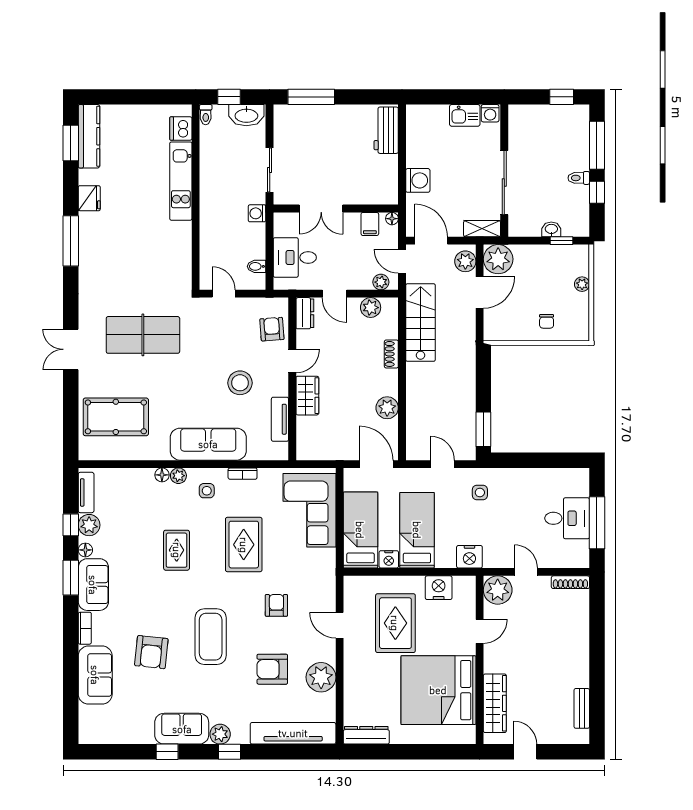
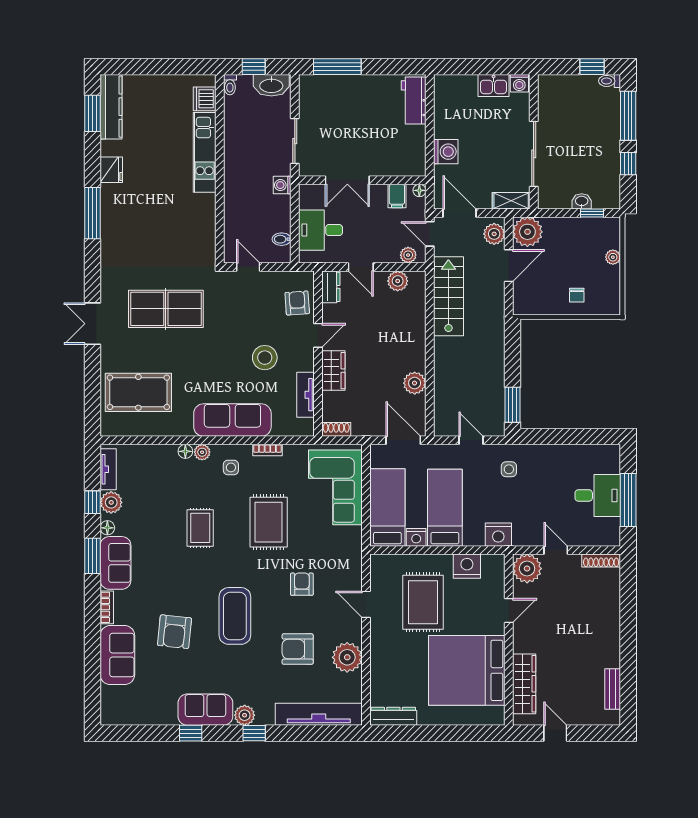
toilet: (579, 178) -> (610, 81), moved
shoe rack: (391, 354) -> (336, 429), moved, turned 90

